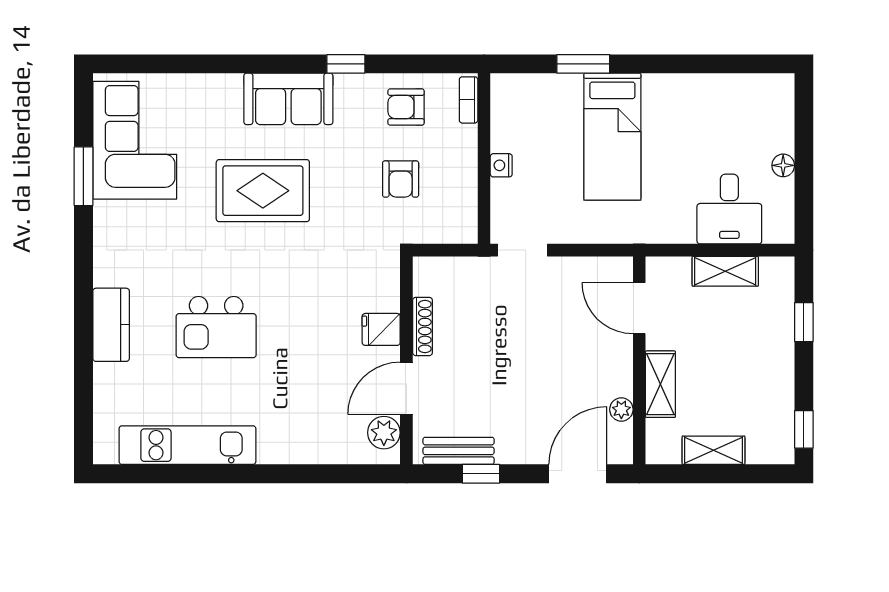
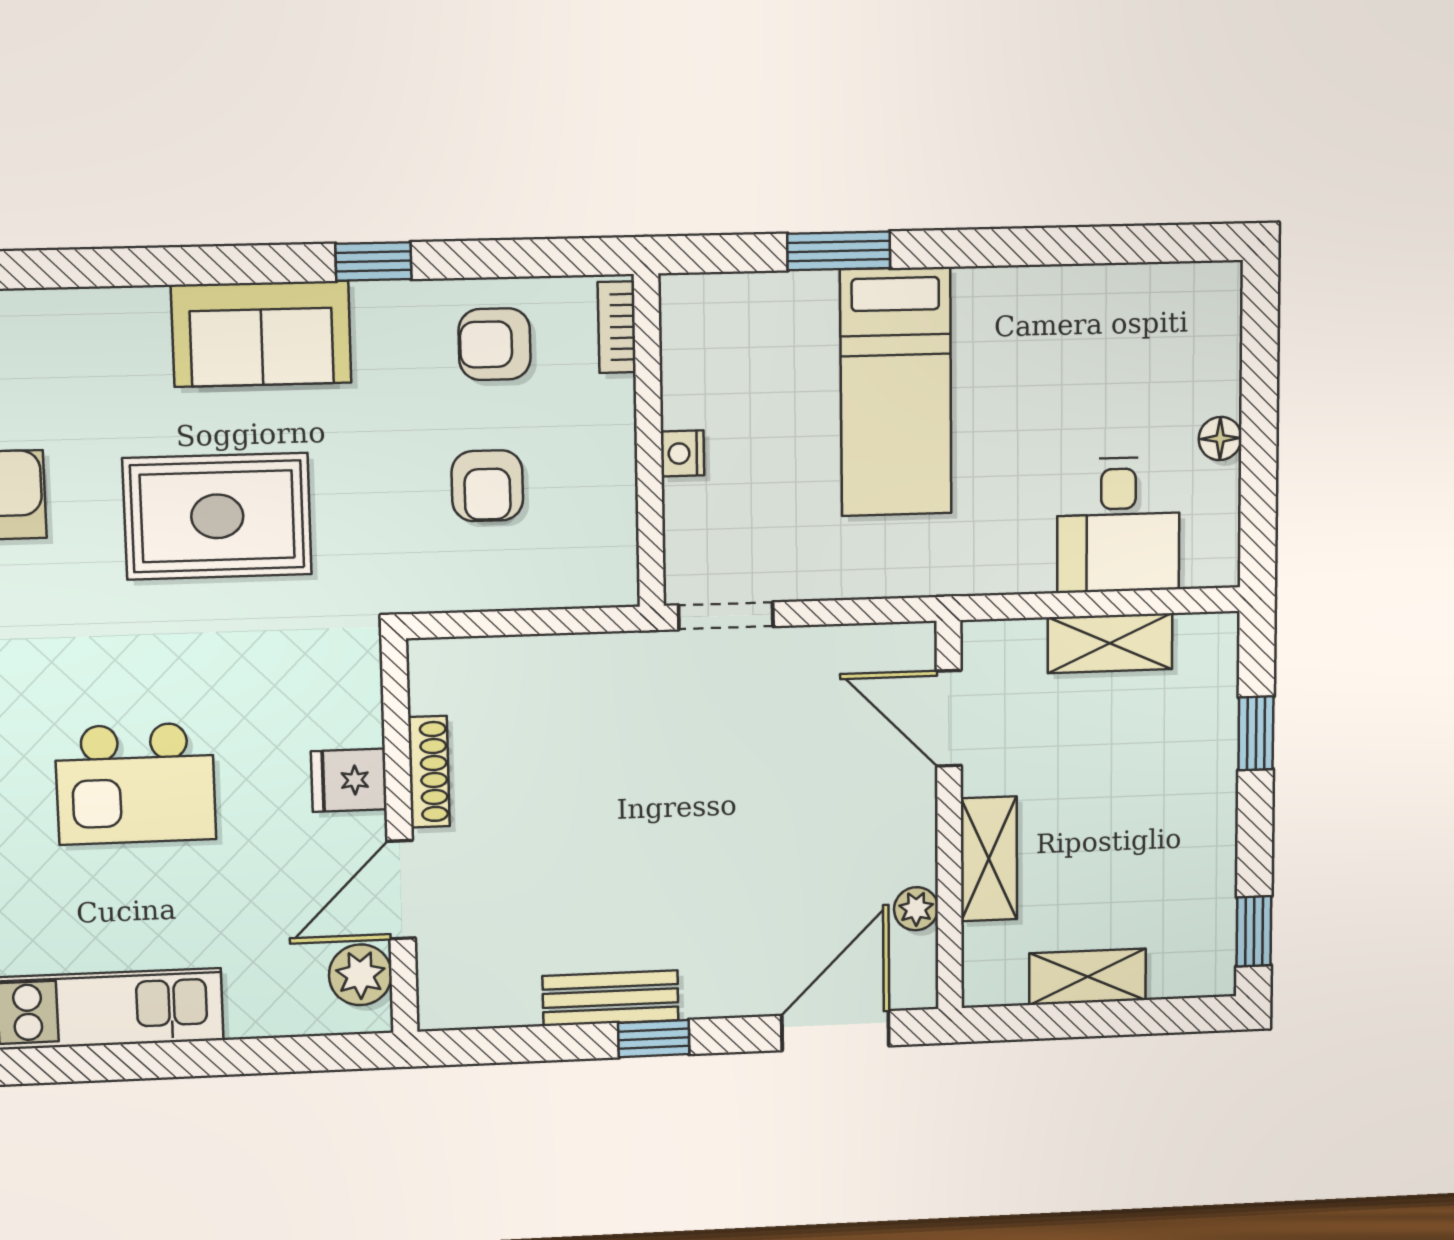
shoe rack: (423, 326) -> (429, 772), moved
fridge: (381, 329) -> (349, 780), moved
wall: (406, 360) -> (400, 837), moved
door: (406, 388) -> (401, 890), moved
plant: (384, 433) -> (360, 975), moved

